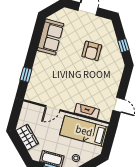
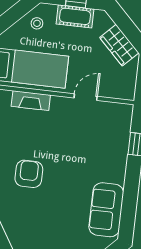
armchair: (92, 51) -> (29, 174), moved

